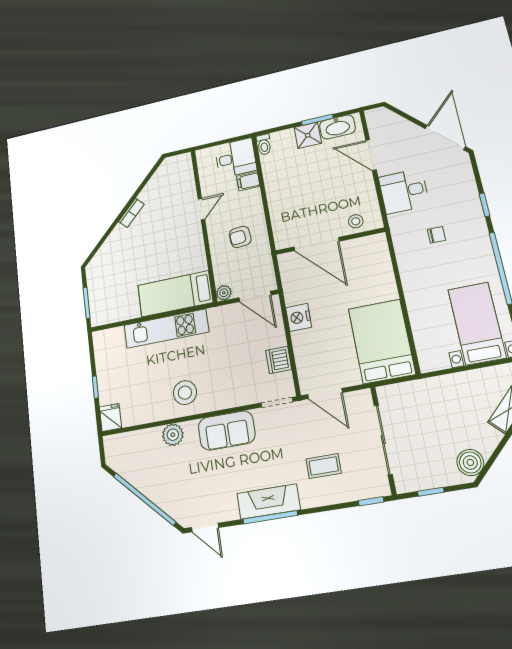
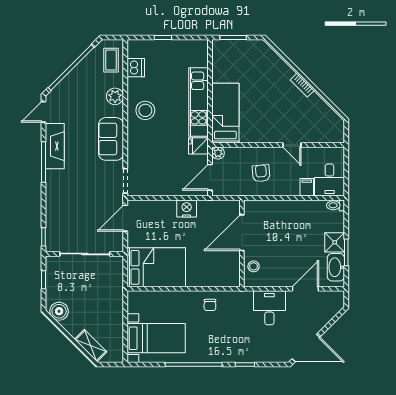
chair: (436, 235) -> (210, 305), moved
dishwasher: (279, 360) -> (136, 68), moved, turned 90
fridge: (110, 417) -> (198, 146), moved, turned 180
coffee table: (324, 466) -> (111, 60), moved
fireplace: (269, 502) -> (55, 146), moved

